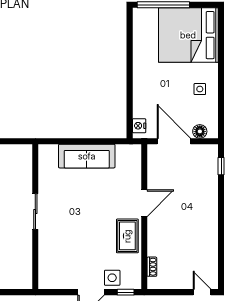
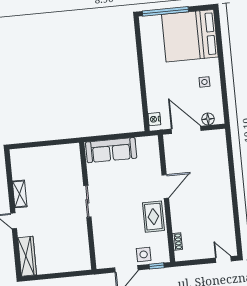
window: (221, 166) -> (230, 148), removed
sliding door: (35, 211) -> (87, 201), moved
wall: (35, 217) -> (88, 206), moved

